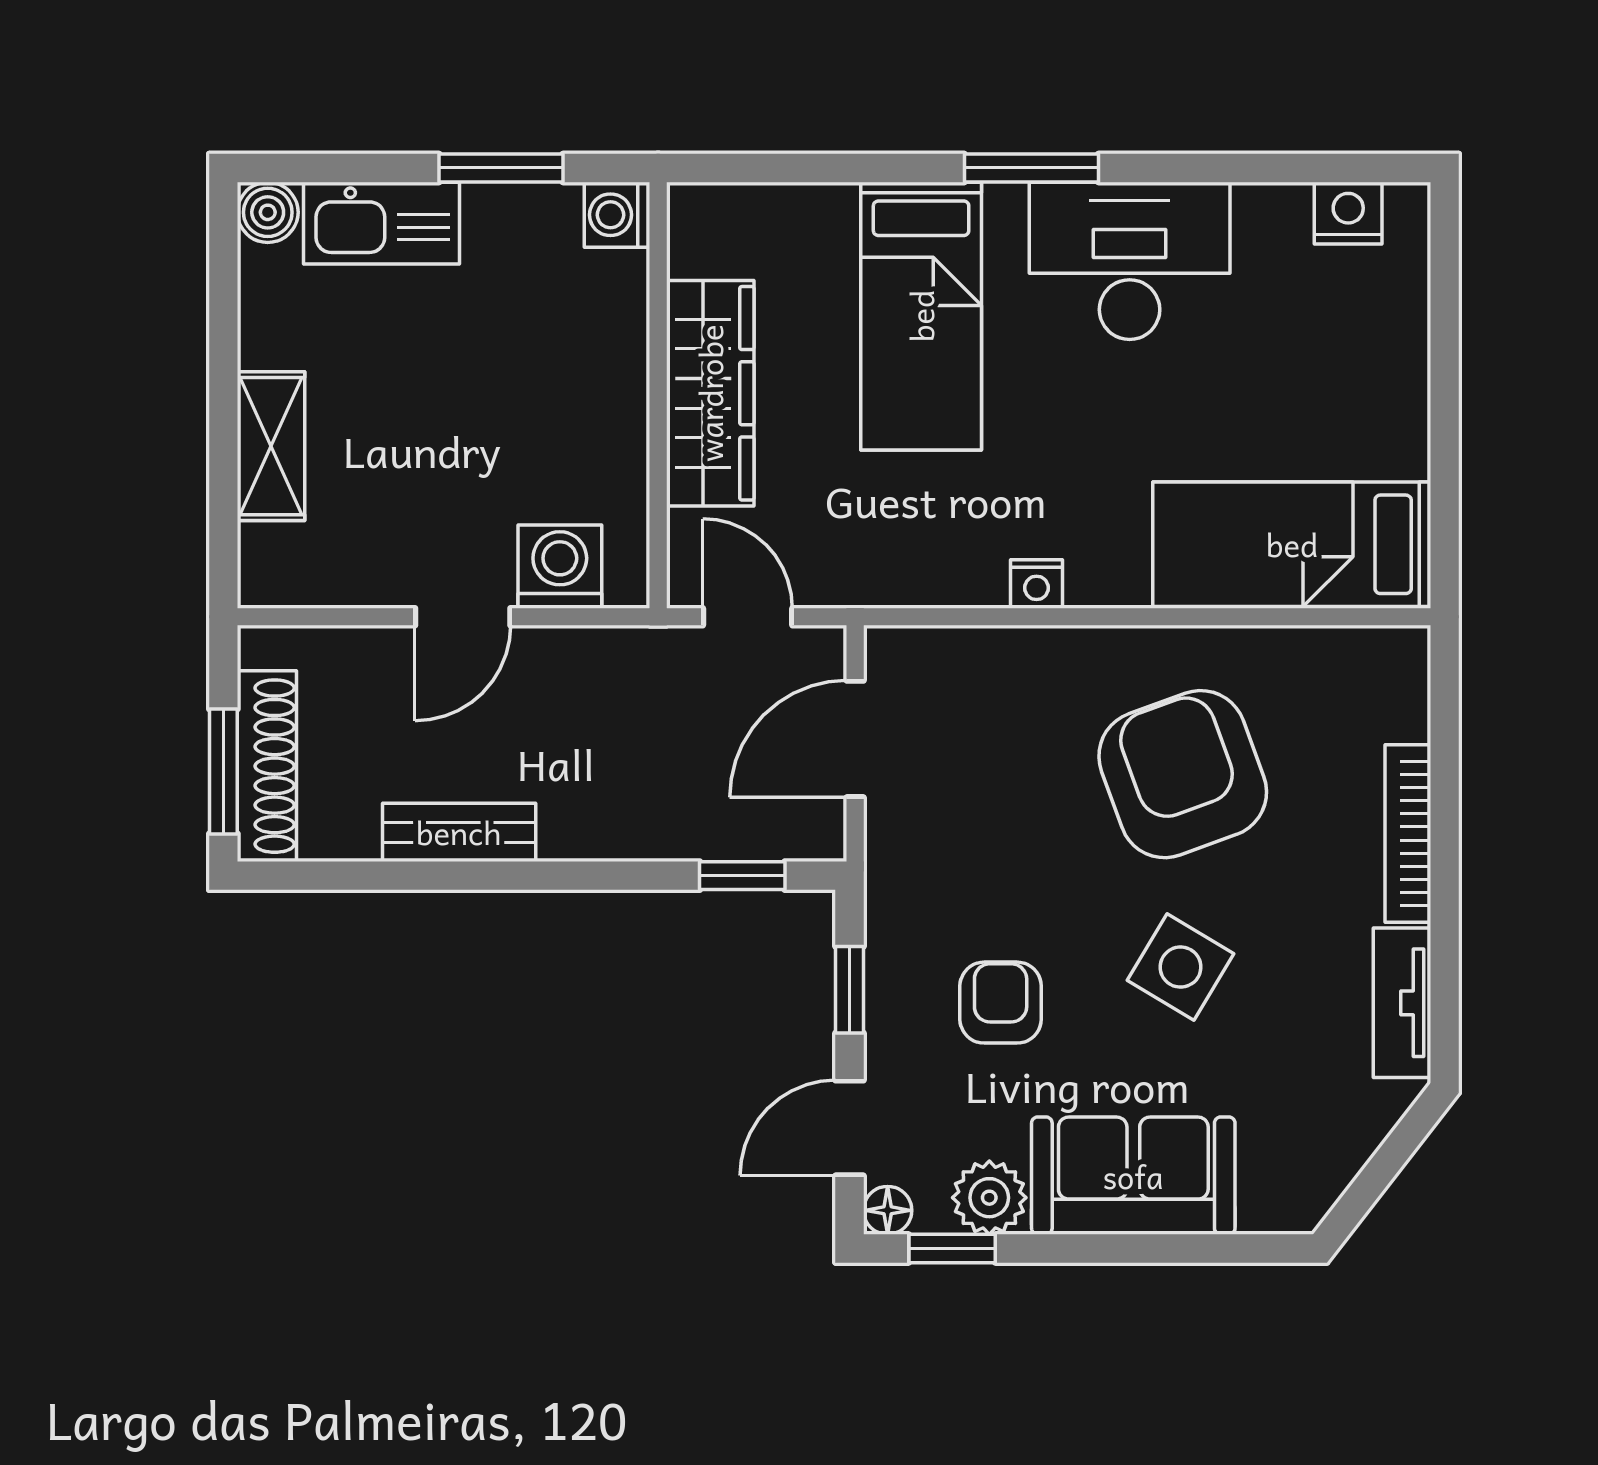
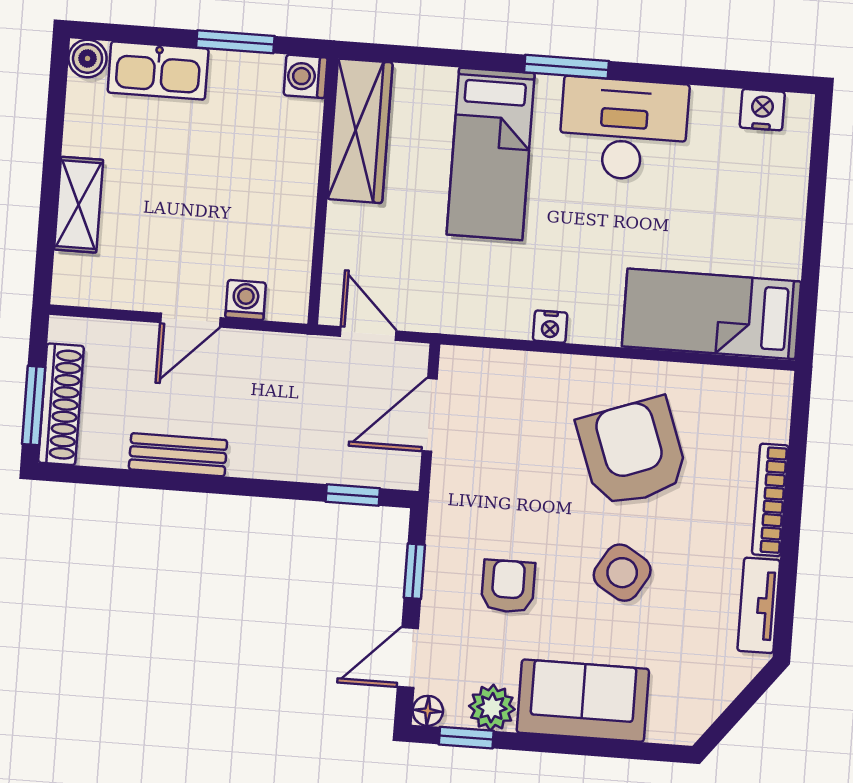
wardrobe: (710, 393) -> (360, 131), moved
washing machine: (560, 567) -> (246, 300), width x0.73, depth x0.73

